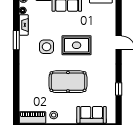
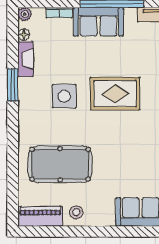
pool table: (68, 82) -> (60, 164), moved

